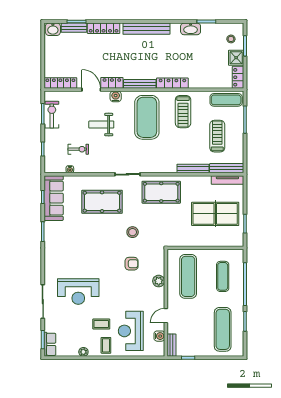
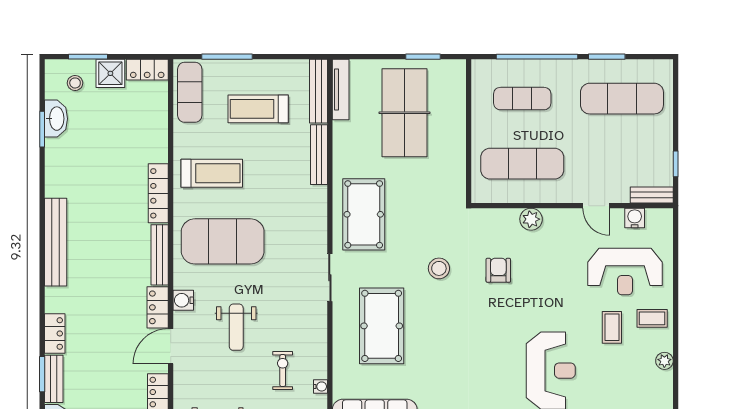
locker: (104, 28) -> (55, 333), width x0.66
washbasin: (191, 29) -> (56, 119), moved

